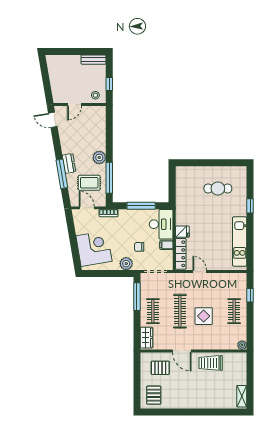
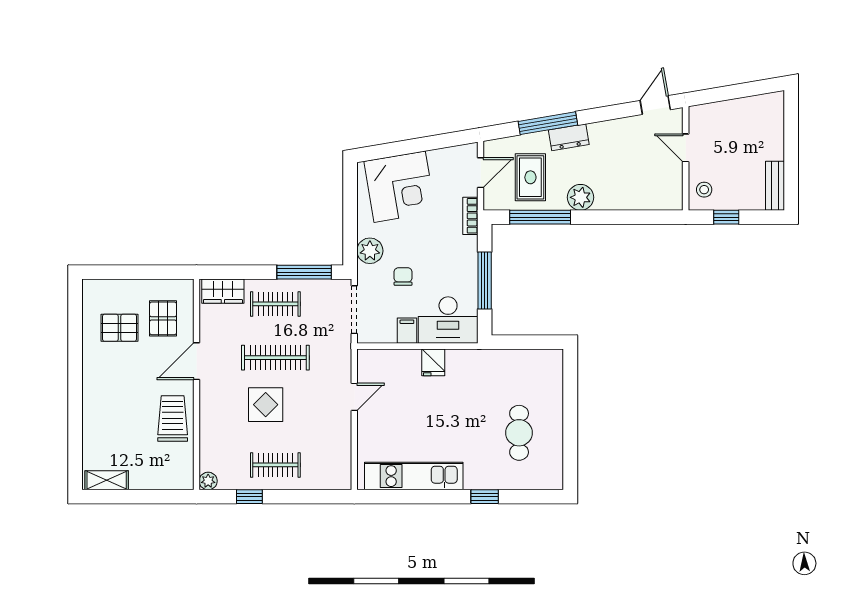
locker: (181, 254) -> (389, 359), removed
window: (250, 295) -> (249, 497), moved
pallet: (154, 395) -> (120, 328), moved

